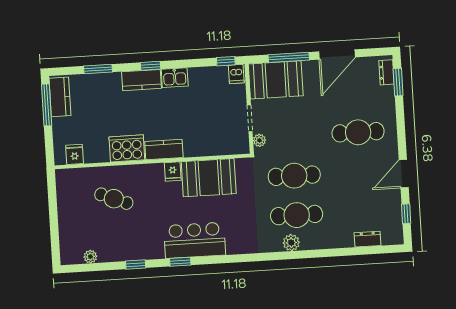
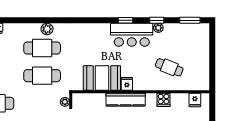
cooker: (127, 148) -> (164, 100), width x0.53, depth x0.76
kitchen counter: (164, 149) -> (126, 100), width x1.50
bar counter: (195, 240) -> (132, 35), moved
plant: (90, 257) -> (158, 28), moved
window: (89, 267) -> (190, 20), added

